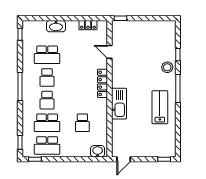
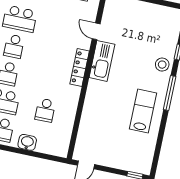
kitchen sink: (119, 104) -> (102, 61), moved
washbasin: (98, 151) -> (27, 142), moved

